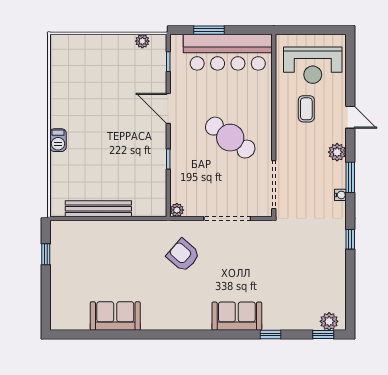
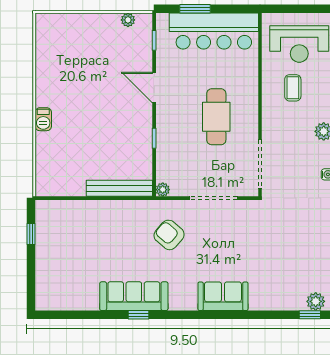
cafe table: (230, 138) -> (216, 117), turned 54
bench: (98, 209) -> (119, 188), moved
sofa: (115, 316) -> (134, 296), moved, width x1.36
window: (270, 335) -> (139, 315), moved

